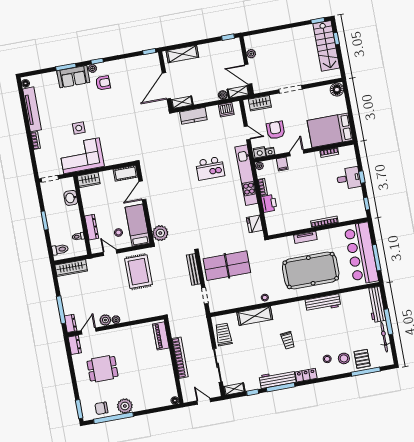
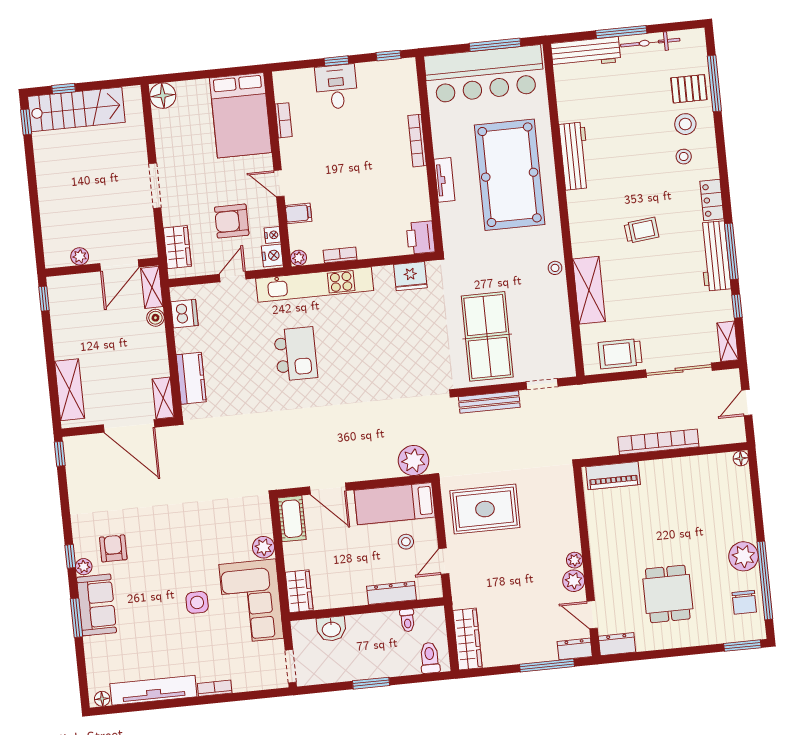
plant: (110, 160) -> (263, 547), added
printer: (269, 203) -> (421, 238), moved, turned -90

